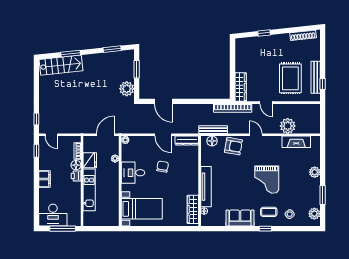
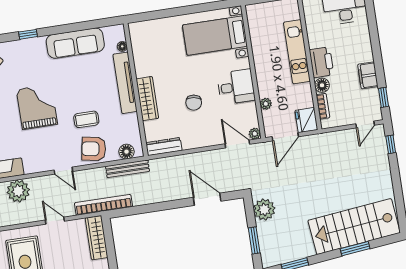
stairs: (61, 65) -> (354, 227), width x1.36, depth x1.51
door: (51, 135) -> (365, 124), swing flipped
door: (163, 135) -> (237, 144), moved
fridge: (90, 160) -> (306, 120), moved
printer: (76, 176) -> (322, 62), width x1.87, depth x1.48
filing cabinet: (45, 179) -> (368, 75), moved
wardrobe: (193, 209) -> (147, 99), moved
coffee table: (269, 212) -> (86, 119), moved
sofa: (240, 218) -> (75, 43), width x1.36

